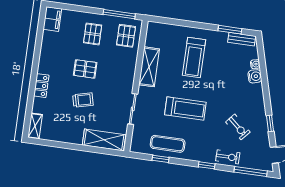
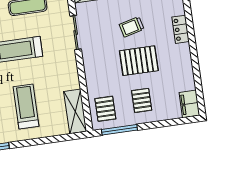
shelving: (149, 67) -> (75, 111), moved
pallet: (85, 69) -> (139, 61), width x1.50, depth x1.42

